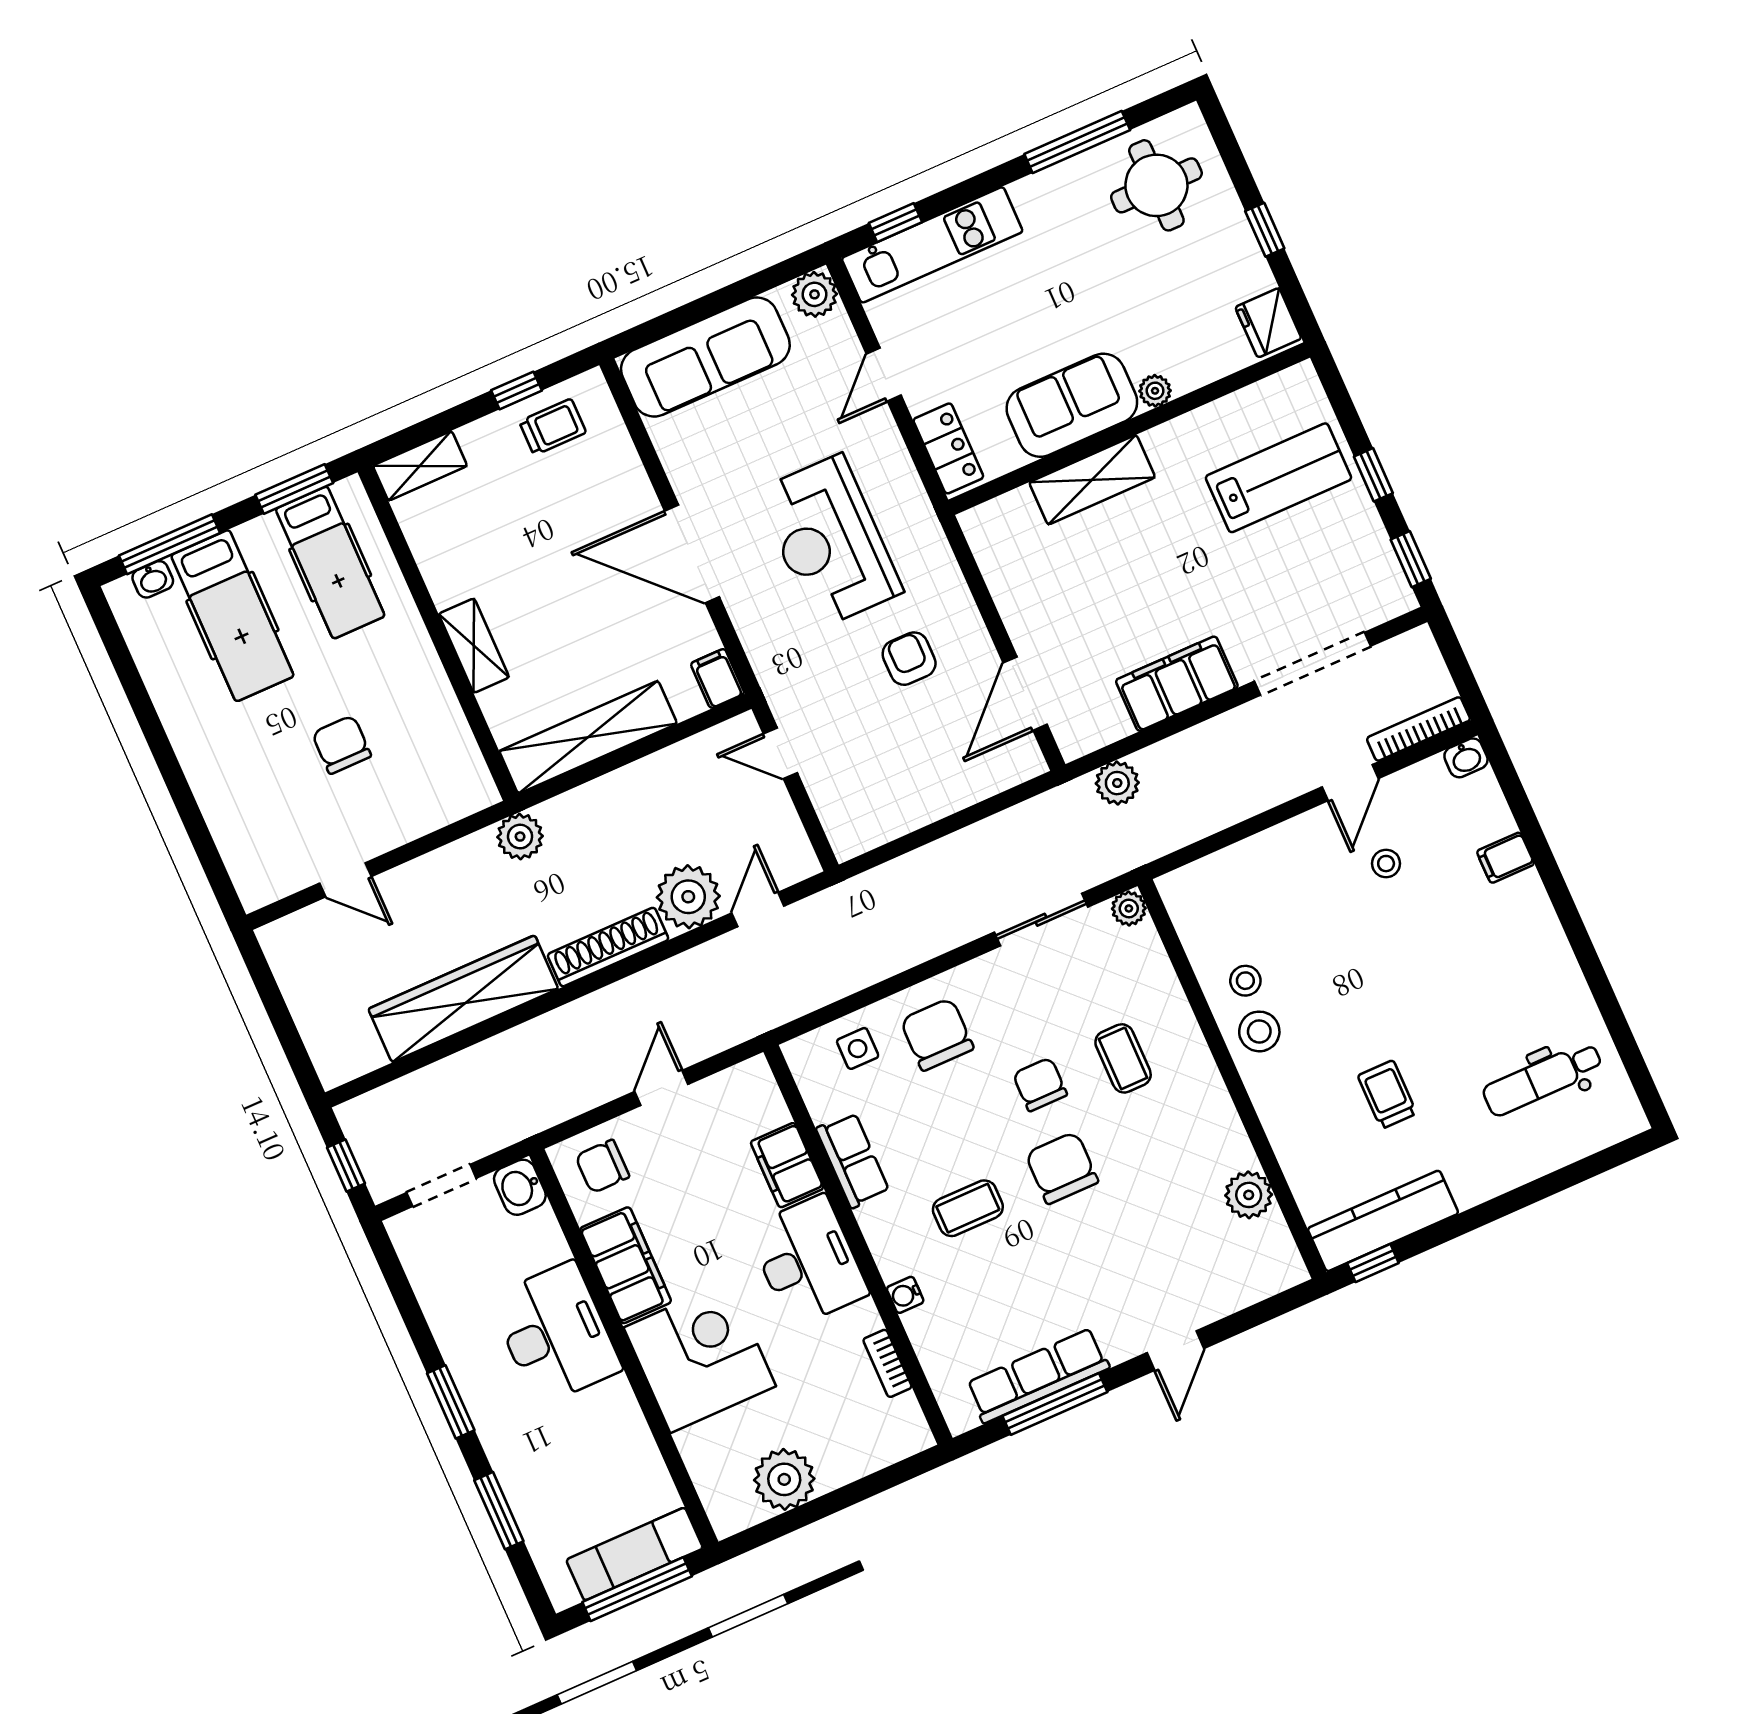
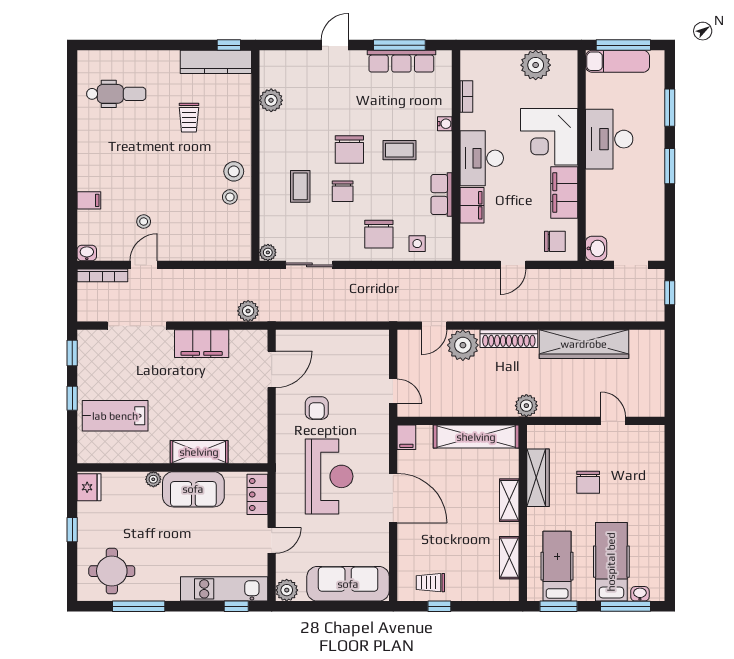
shelving: (420, 466) -> (509, 558), moved, turned 90
wardrobe: (439, 712) -> (538, 478), added
desk: (556, 1334) -> (609, 139), moved

